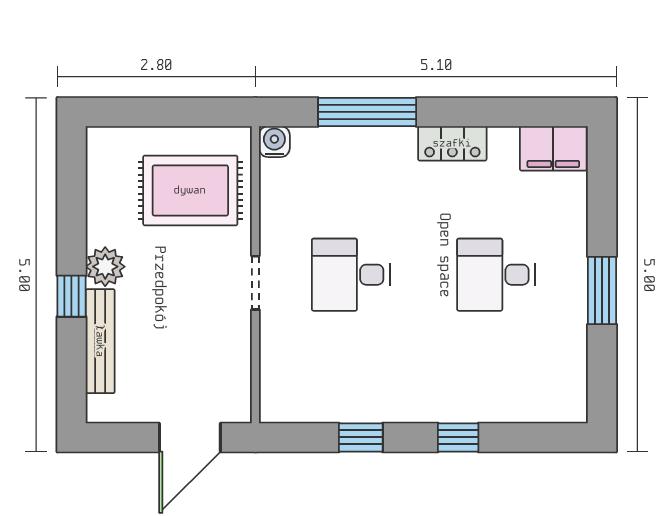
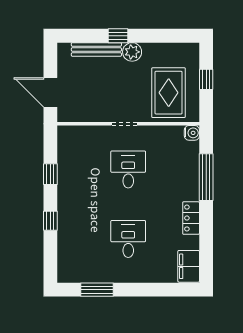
window: (163, 112) -> (206, 79), added
window: (602, 291) -> (97, 290), moved

